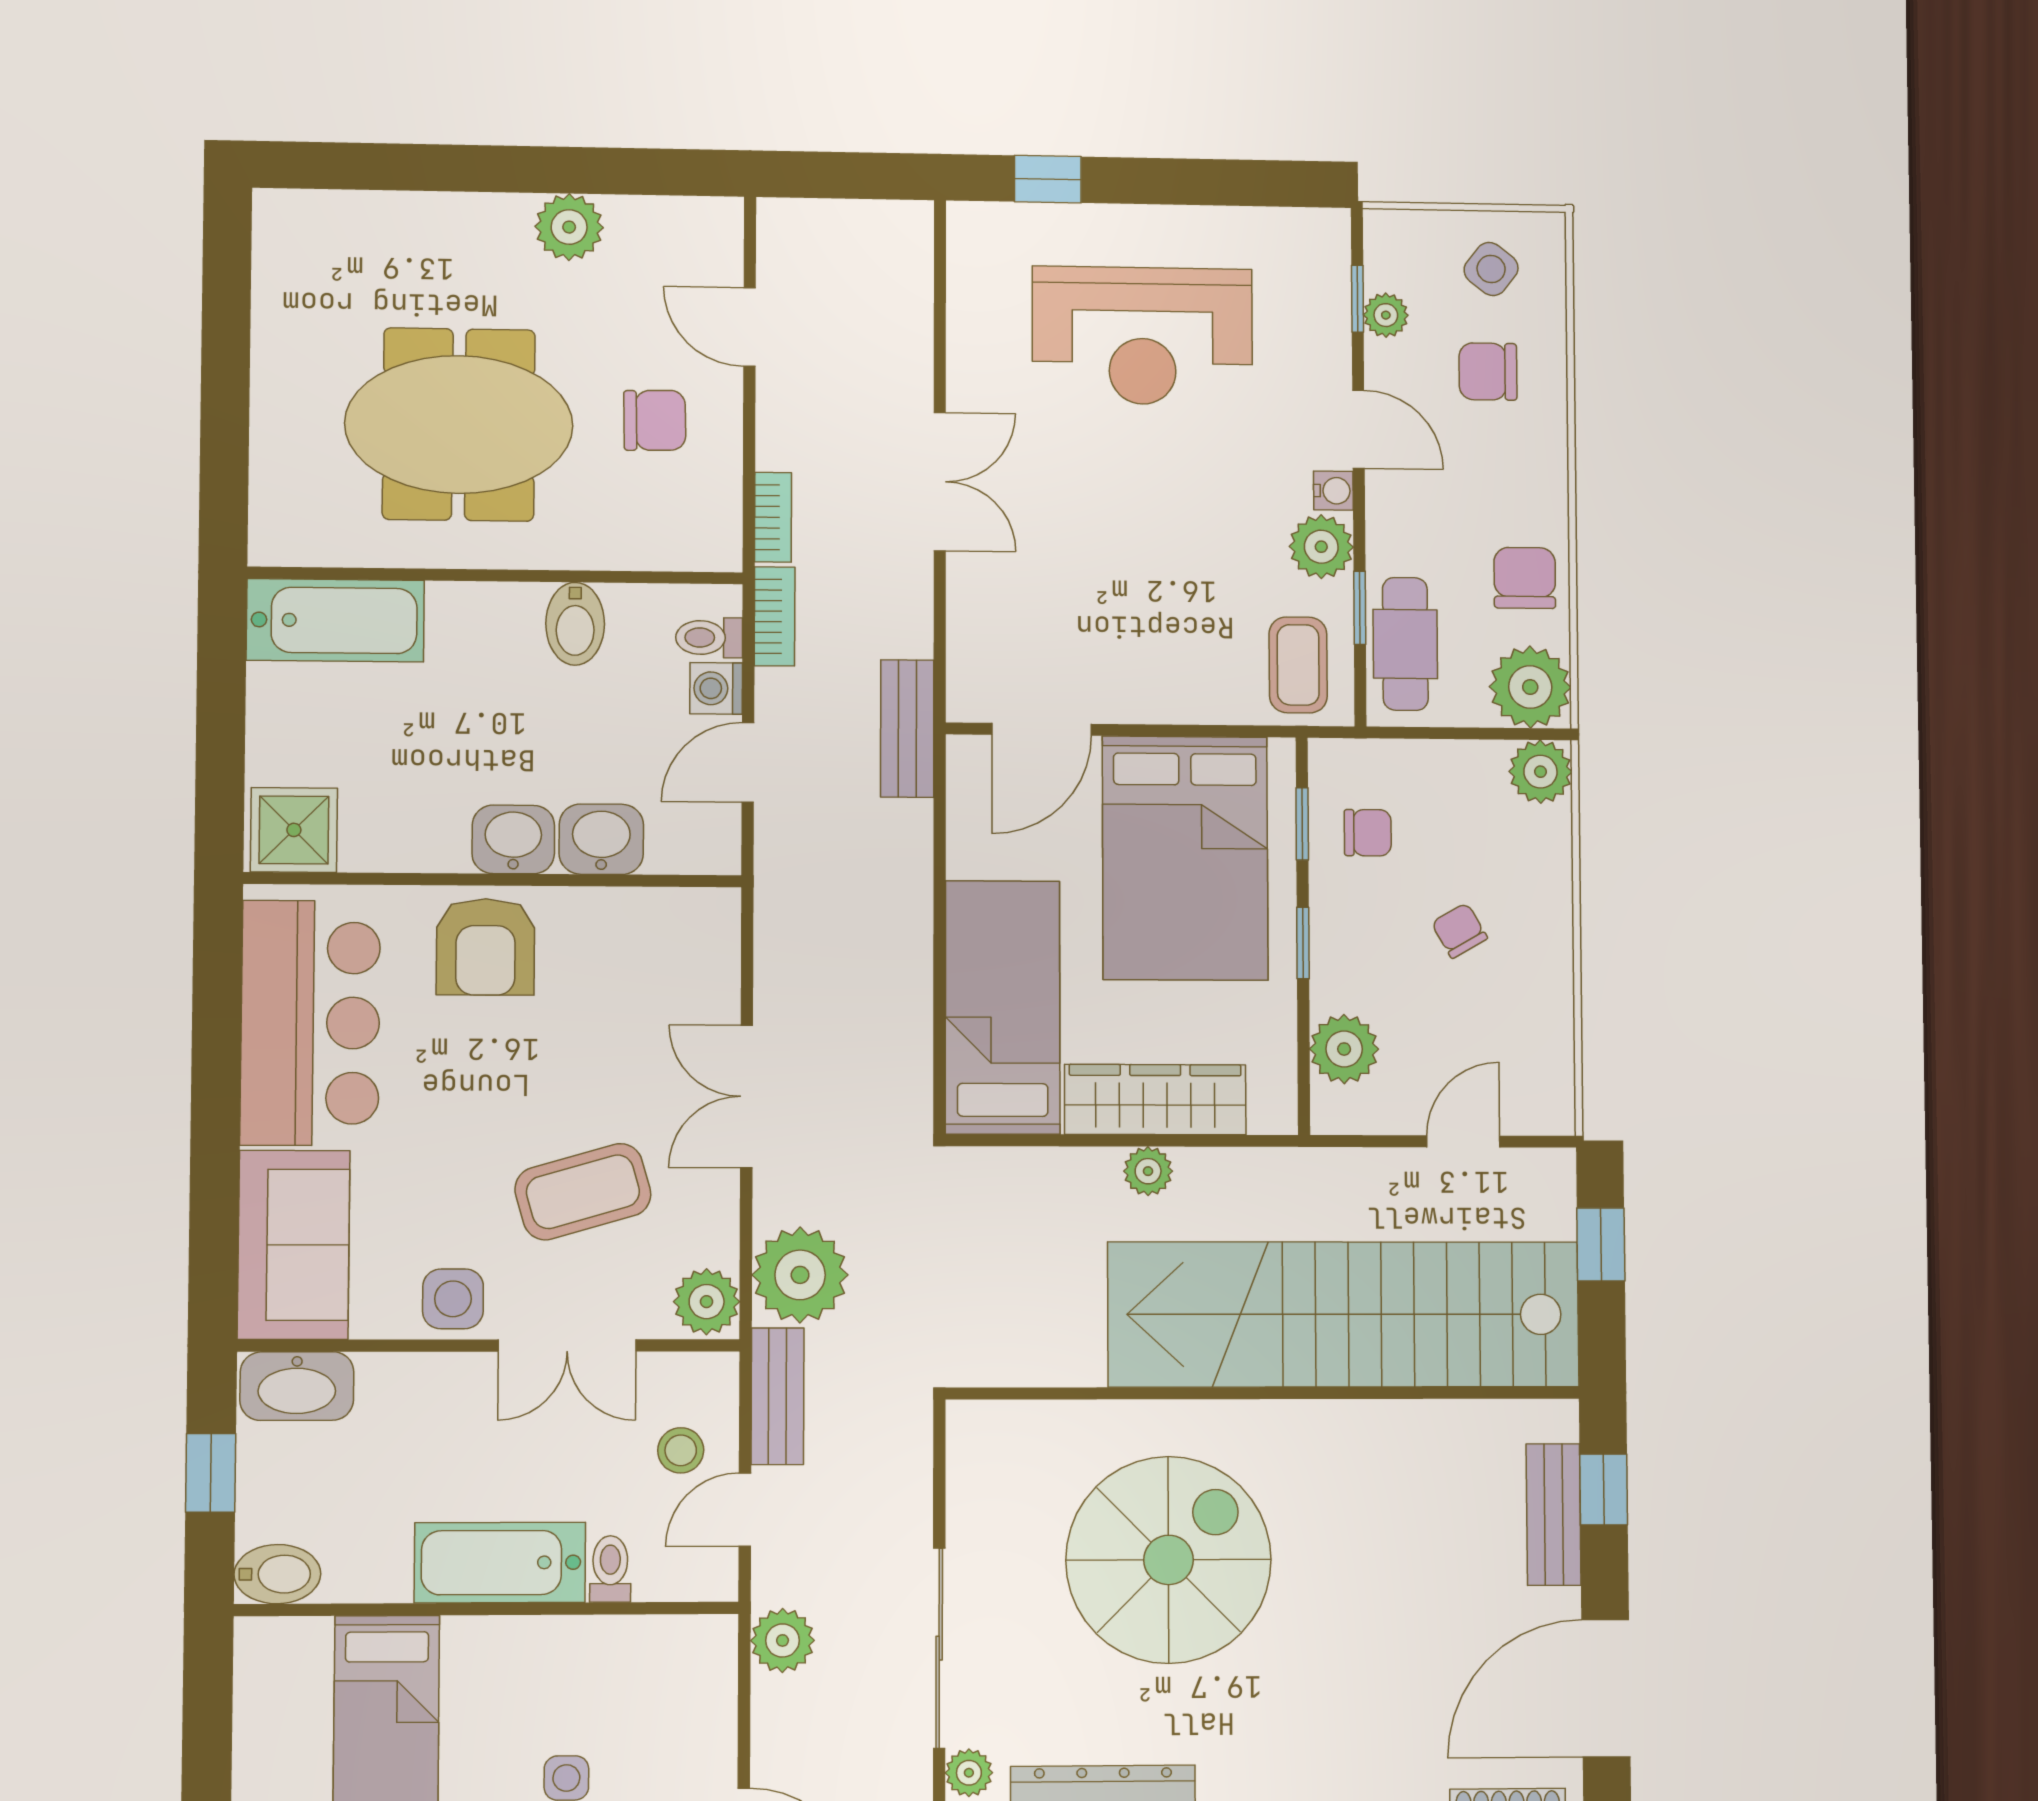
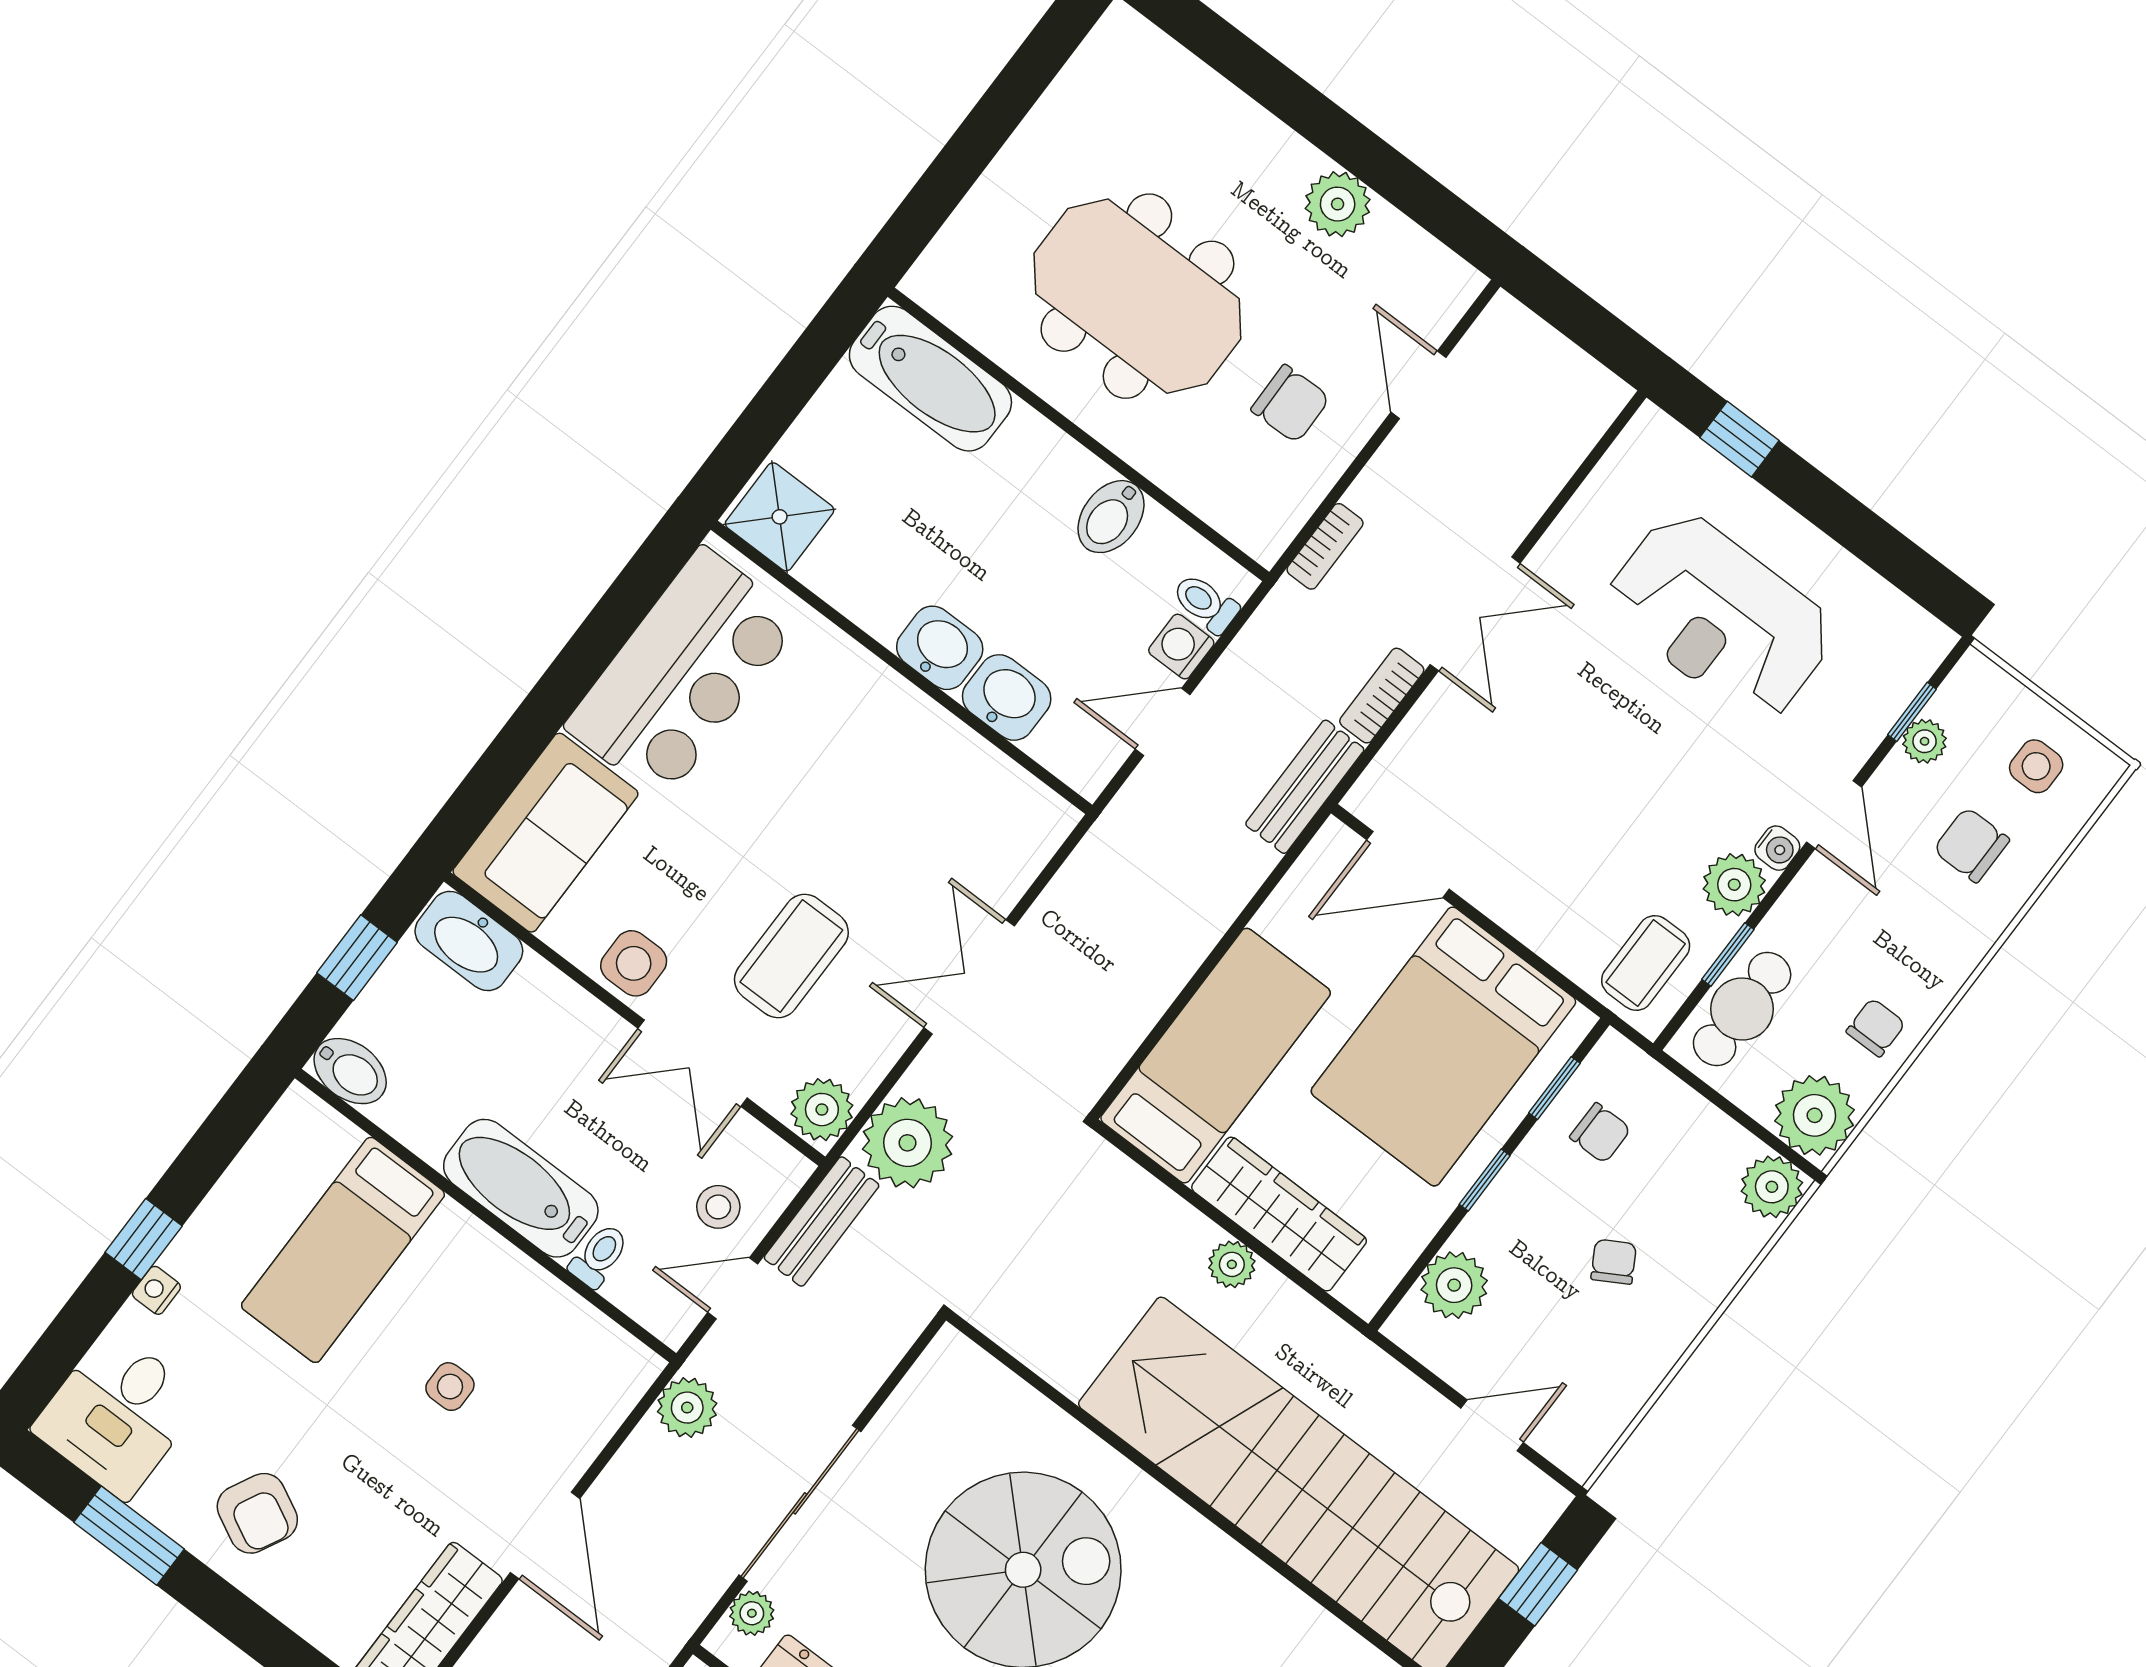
side table: (1491, 269) -> (2036, 766), turned -38
chair: (1525, 578) -> (1876, 1027), width x0.73, depth x0.73
bookcase: (775, 616) -> (1382, 696), moved, turned 180
armchair: (485, 947) -> (857, 714), removed
coffee table: (583, 1192) -> (791, 956), turned -74

